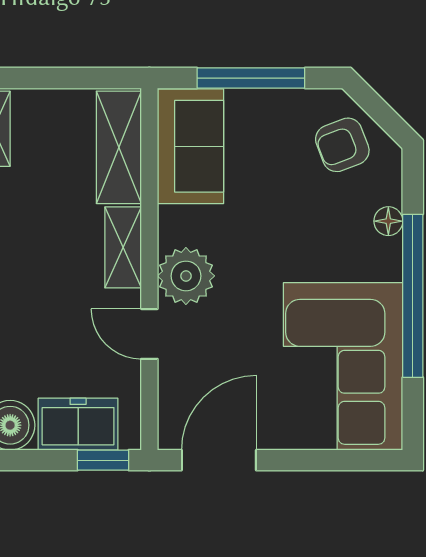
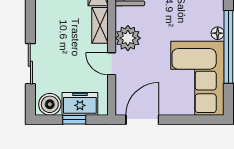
floor lamp: (388, 221) -> (218, 33), moved
window: (103, 460) -> (74, 120), moved

